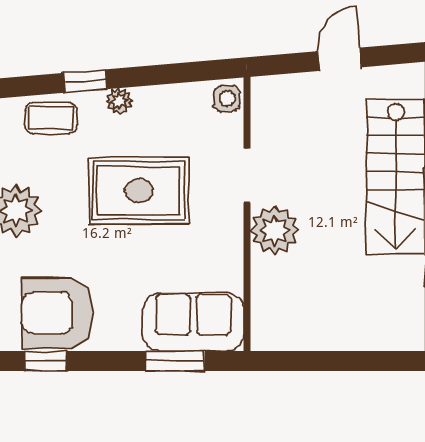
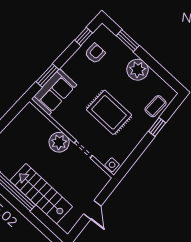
plant: (119, 101) -> (142, 132), removed
rug: (139, 191) -> (109, 112), turned 90
armchair: (57, 313) -> (95, 53), width x0.53, depth x0.53

